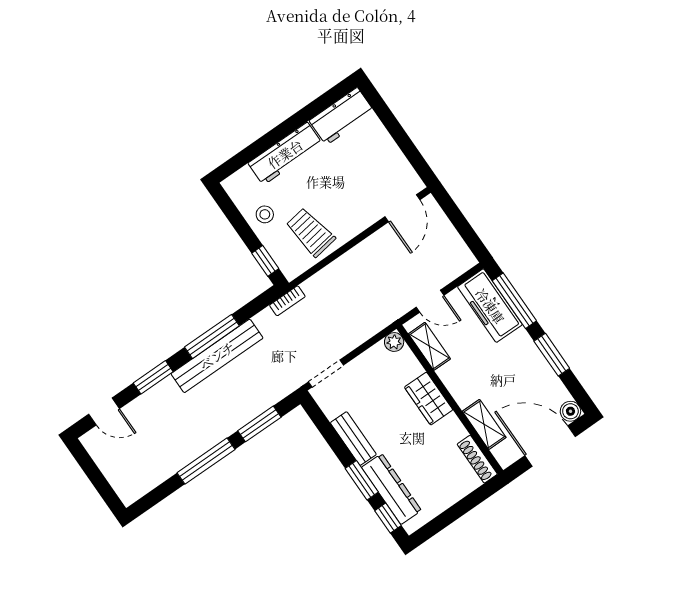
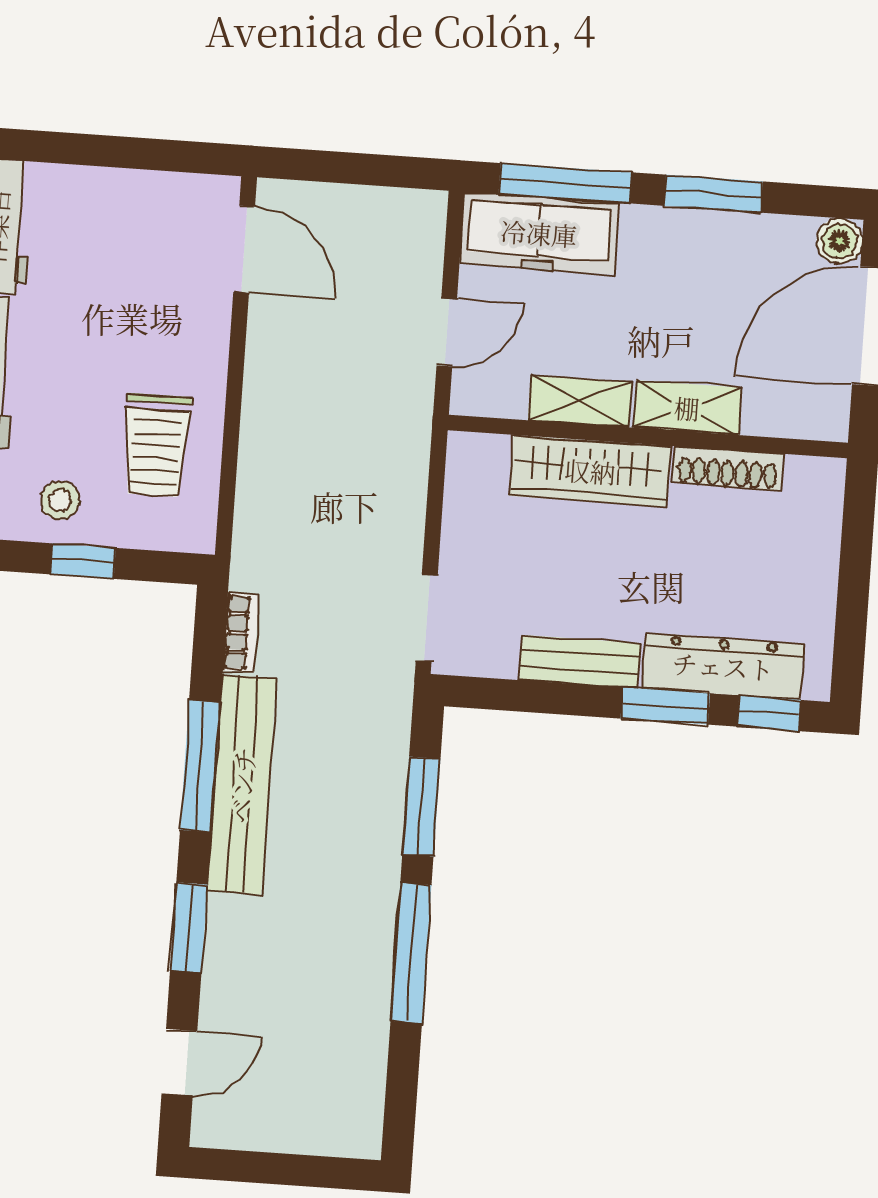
trolley: (310, 232) -> (156, 445), turned -81
window: (265, 261) -> (83, 561), moved
bookcase: (287, 301) -> (241, 633), moved
plant: (394, 342) -> (468, 453), removed
shelving: (429, 346) -> (580, 401), moved
wardrobe: (429, 399) -> (590, 471), width x1.50
shelving: (484, 424) -> (687, 408), moved
shoe rack: (477, 459) -> (728, 468), moved

